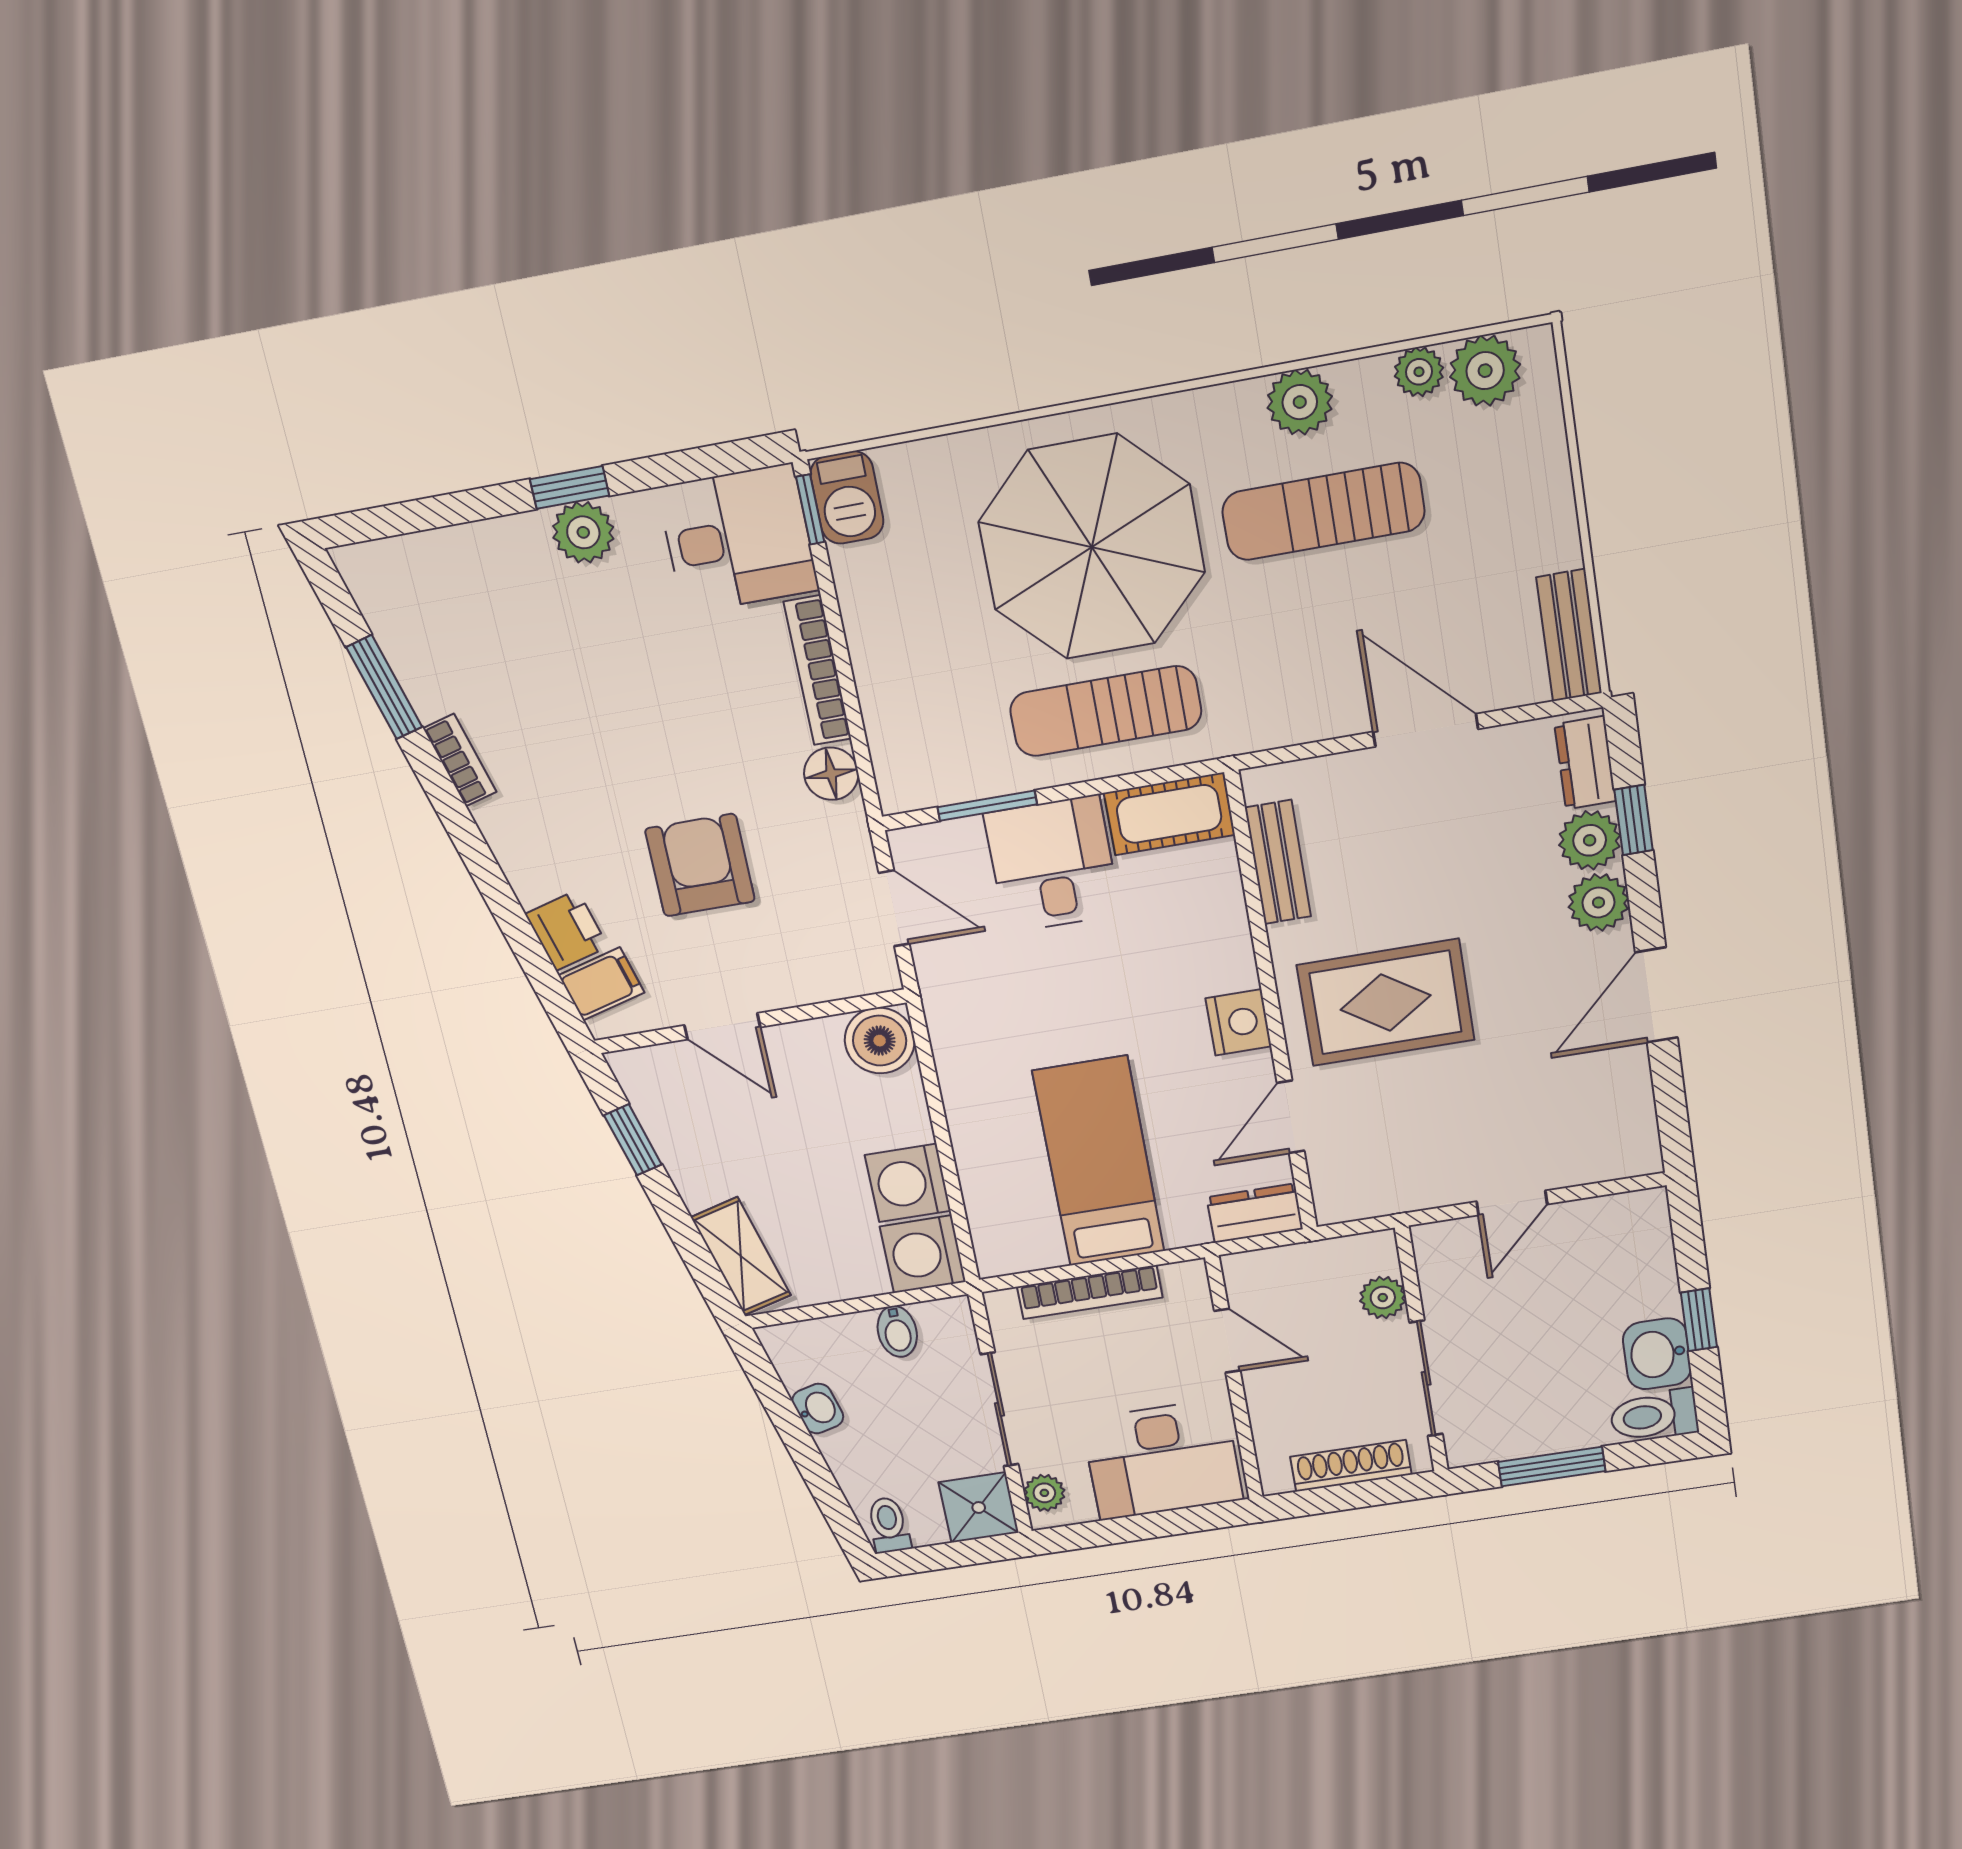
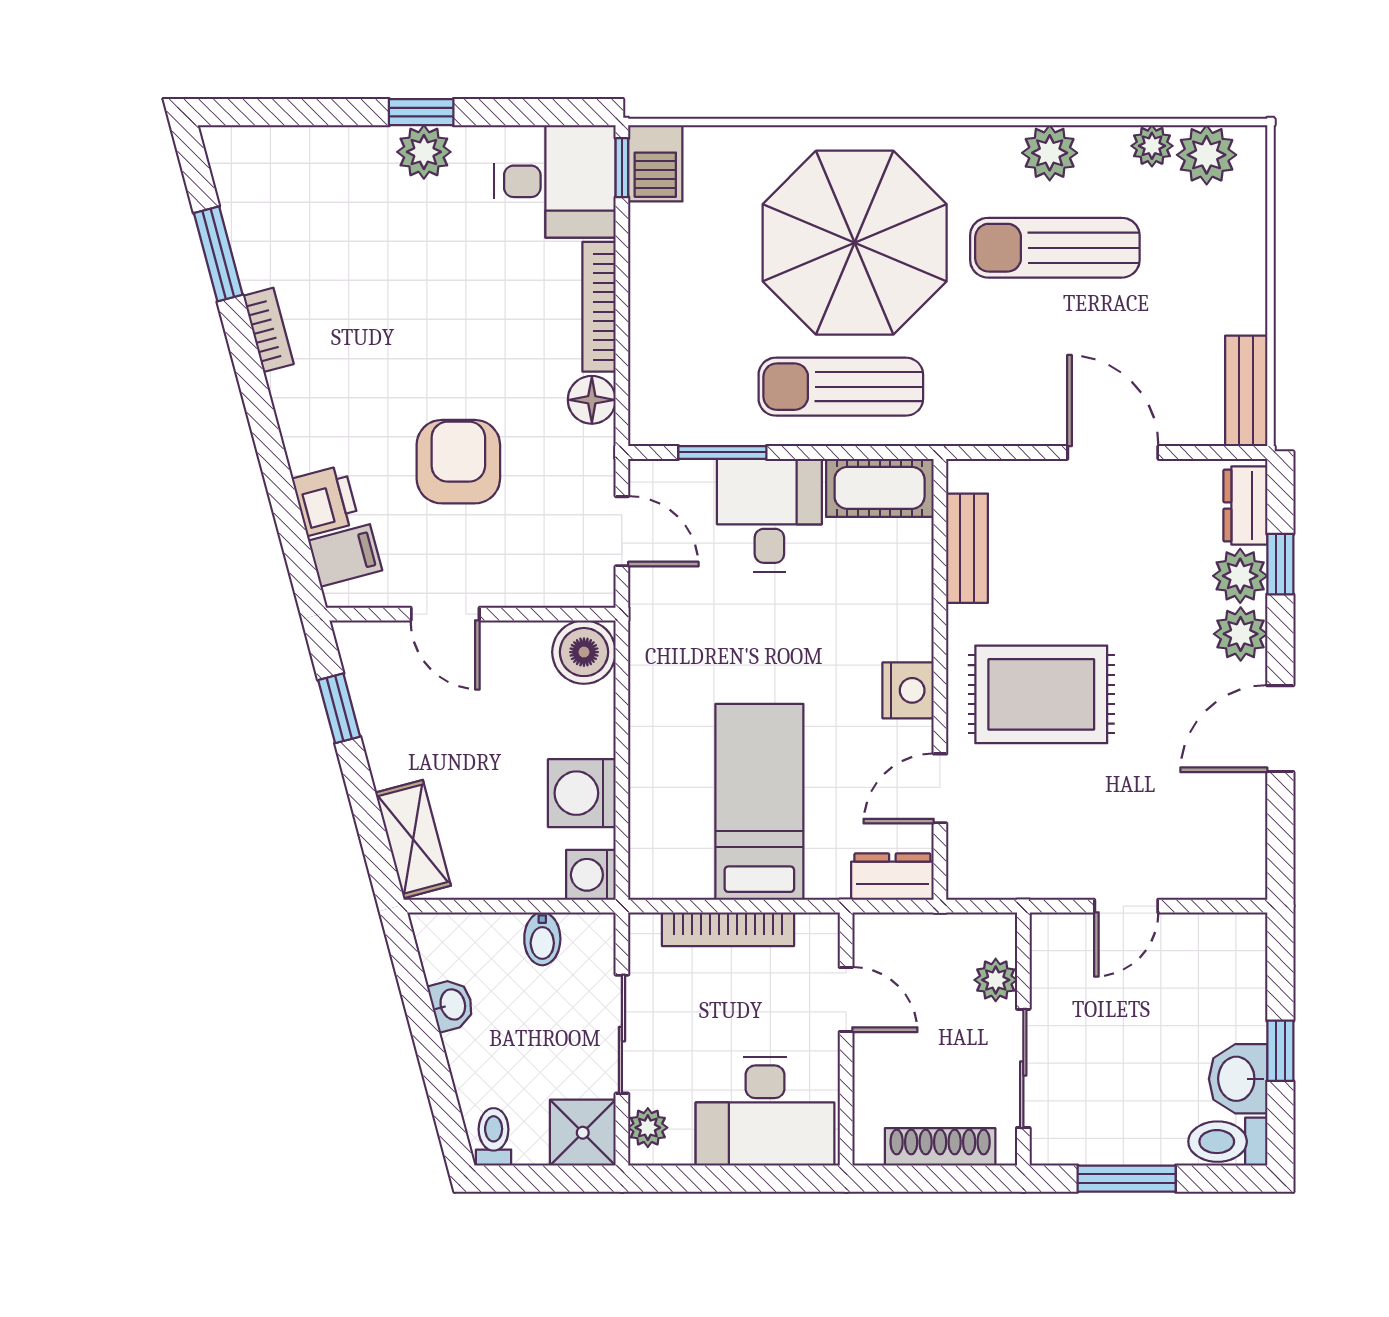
washing machine: (923, 1254) -> (591, 875), width x0.73, depth x0.73

